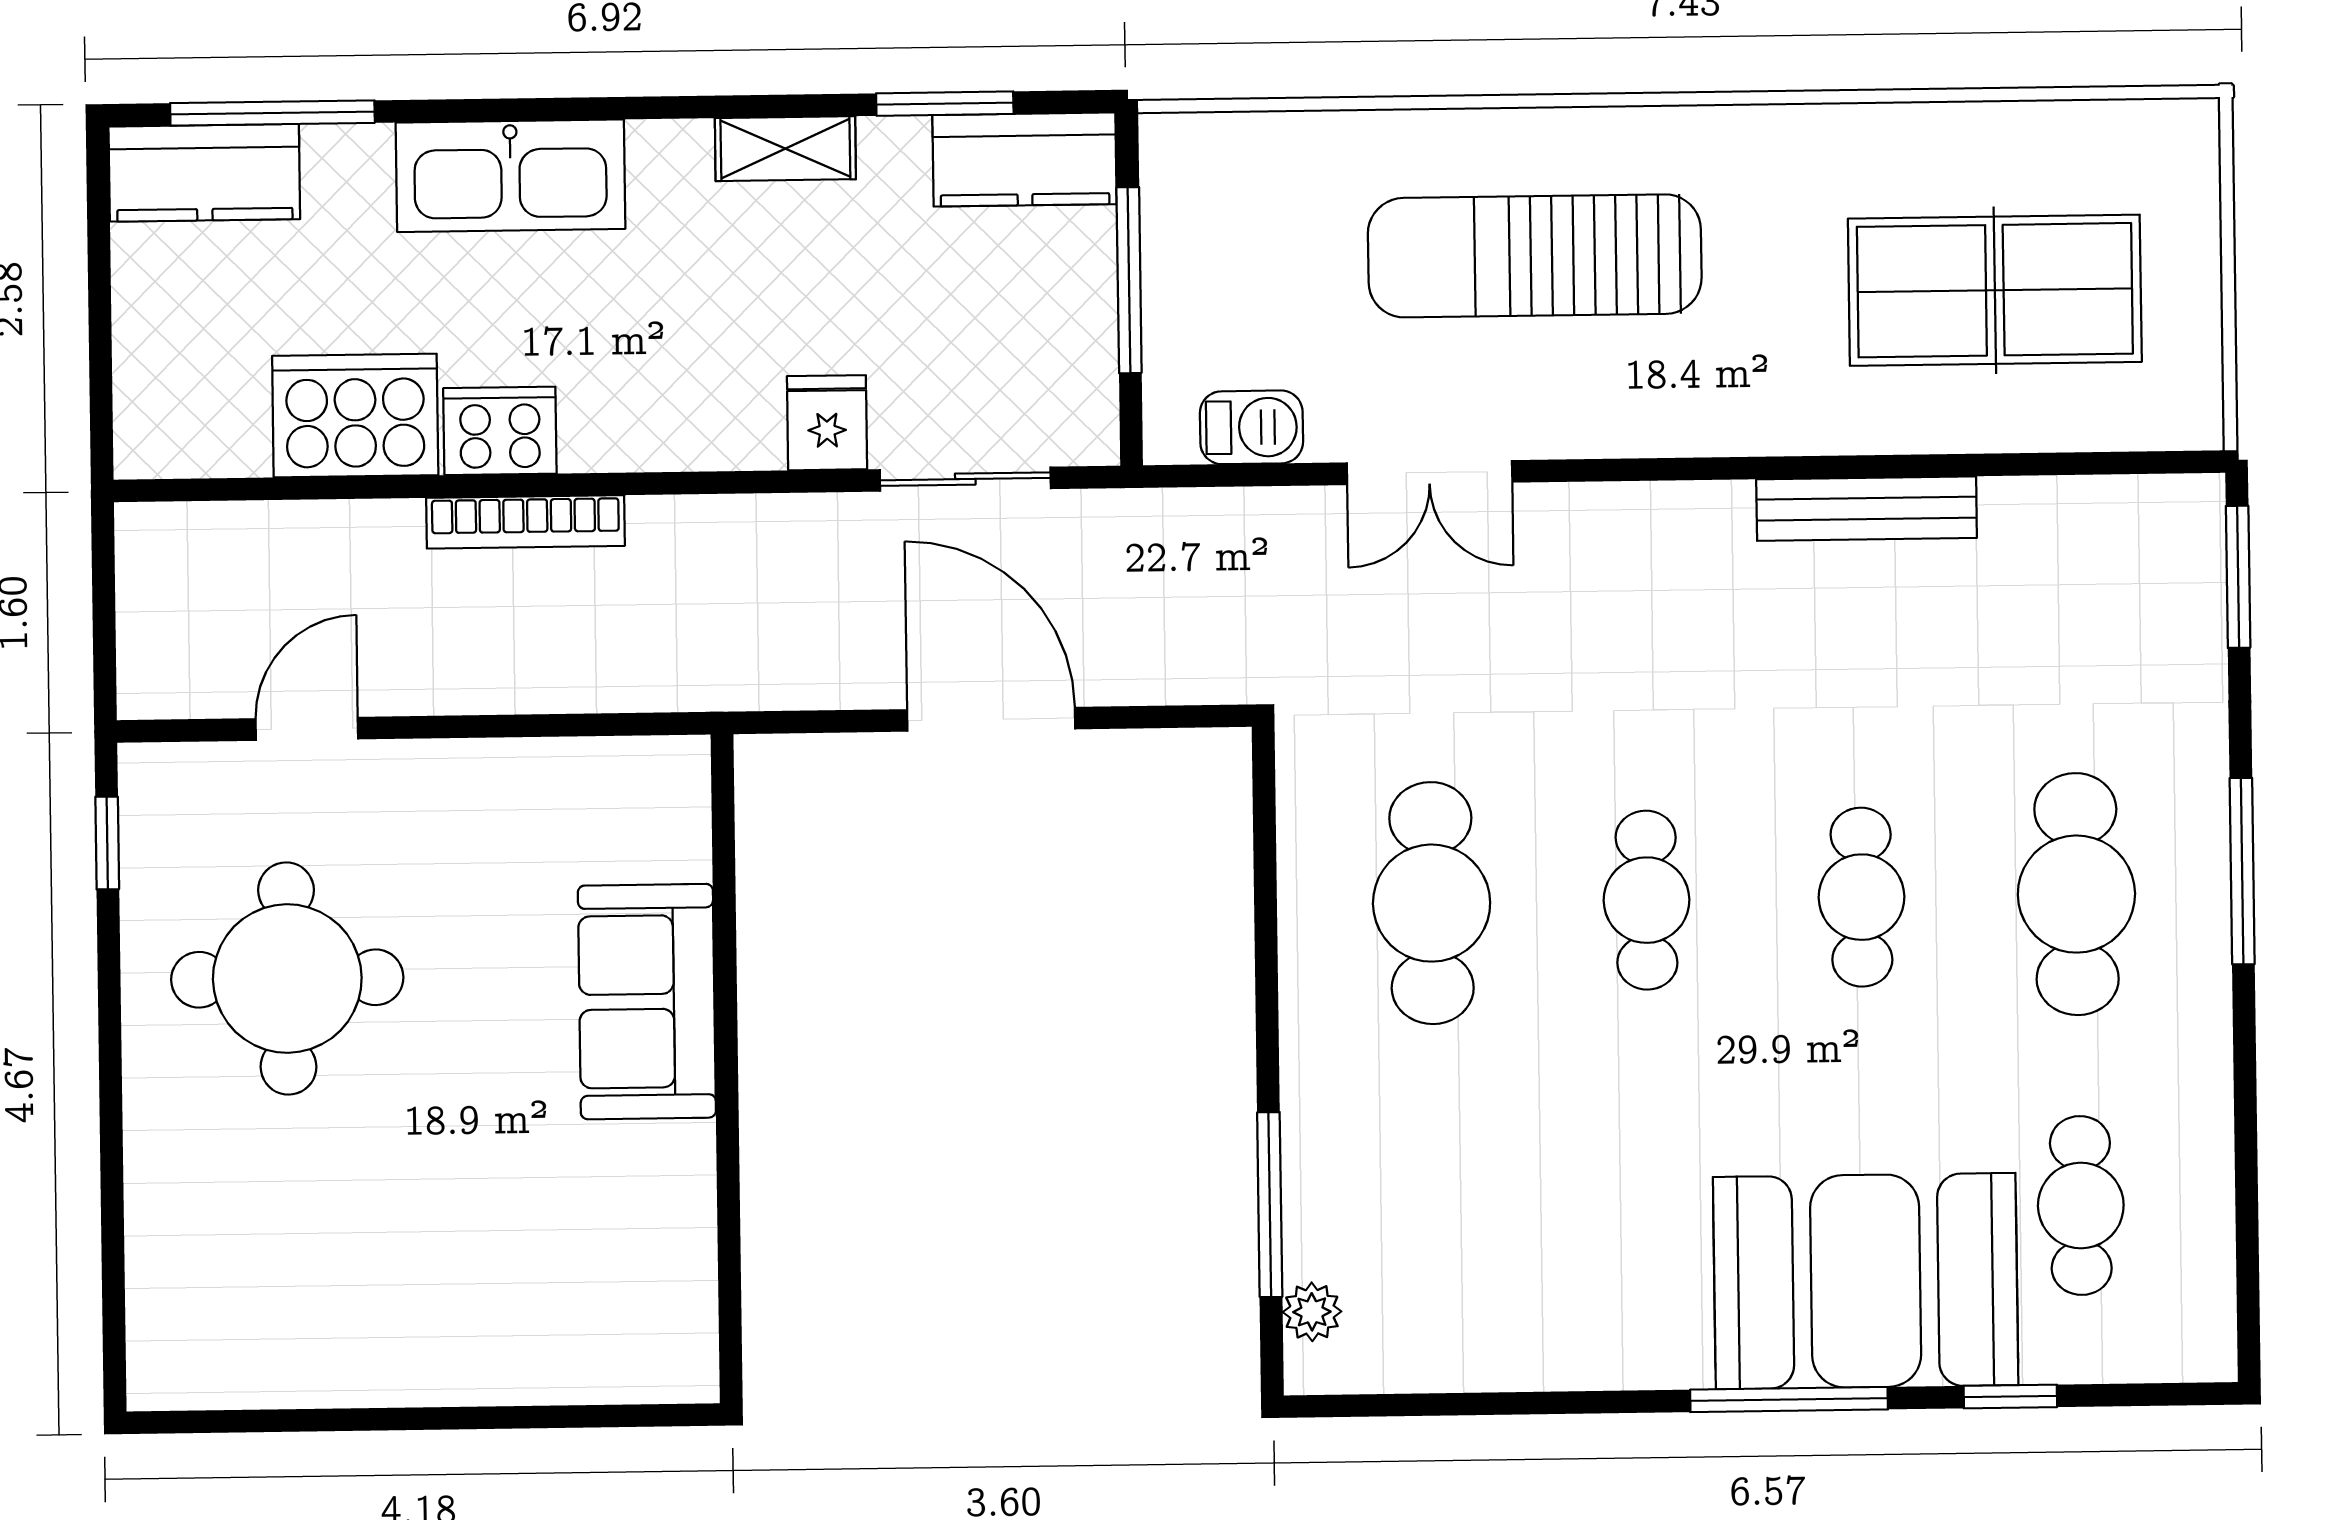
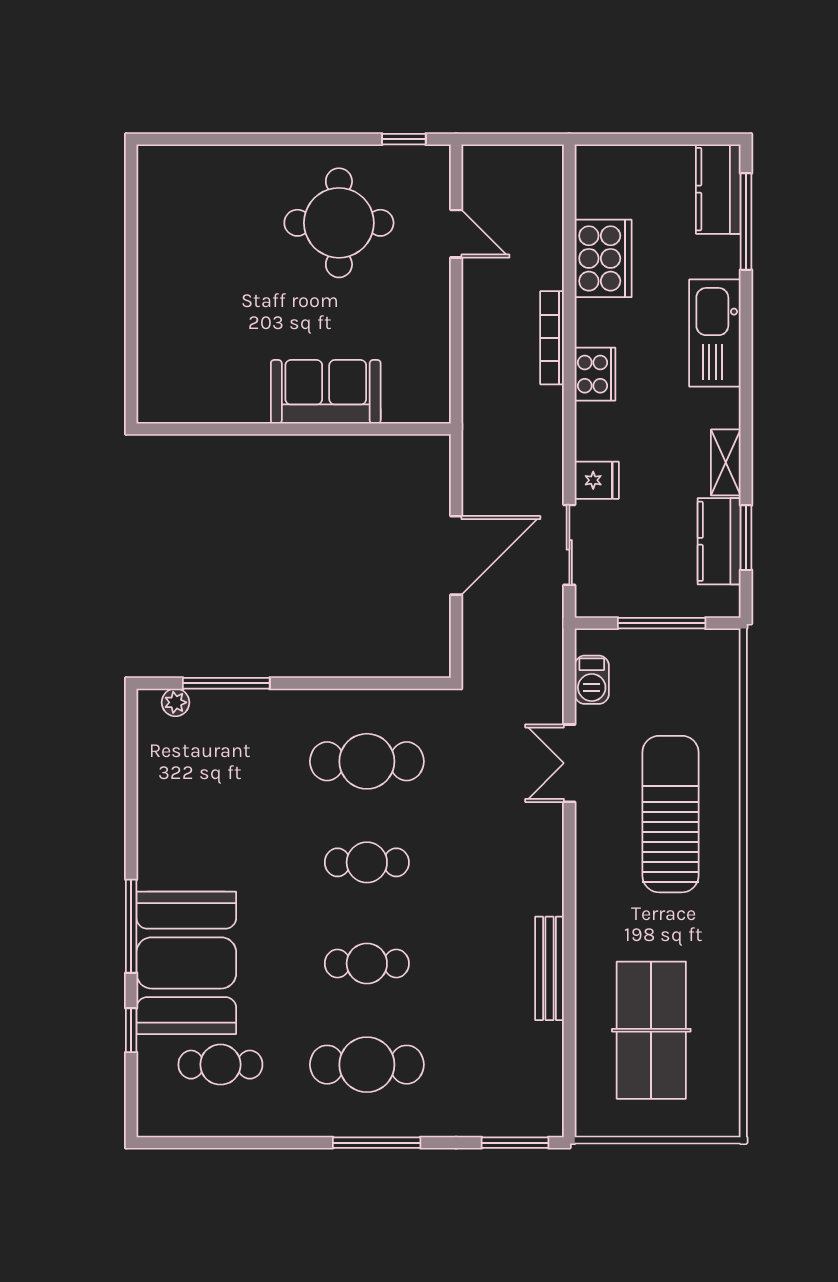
kitchen counter: (1024, 160) -> (719, 541), moved
cooker: (500, 431) -> (595, 374), moved

